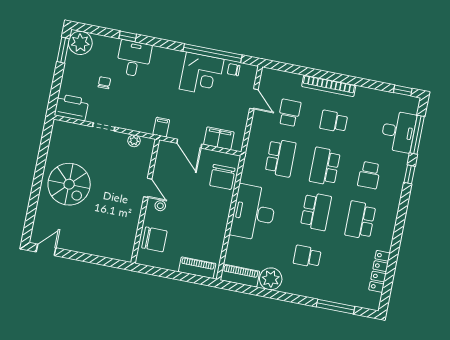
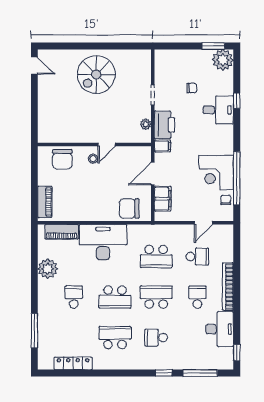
printer: (71, 107) -> (164, 125), moved
desk: (398, 132) -> (220, 329), moved, turned -90
piano: (240, 276) -> (62, 232), moved, turned 90

